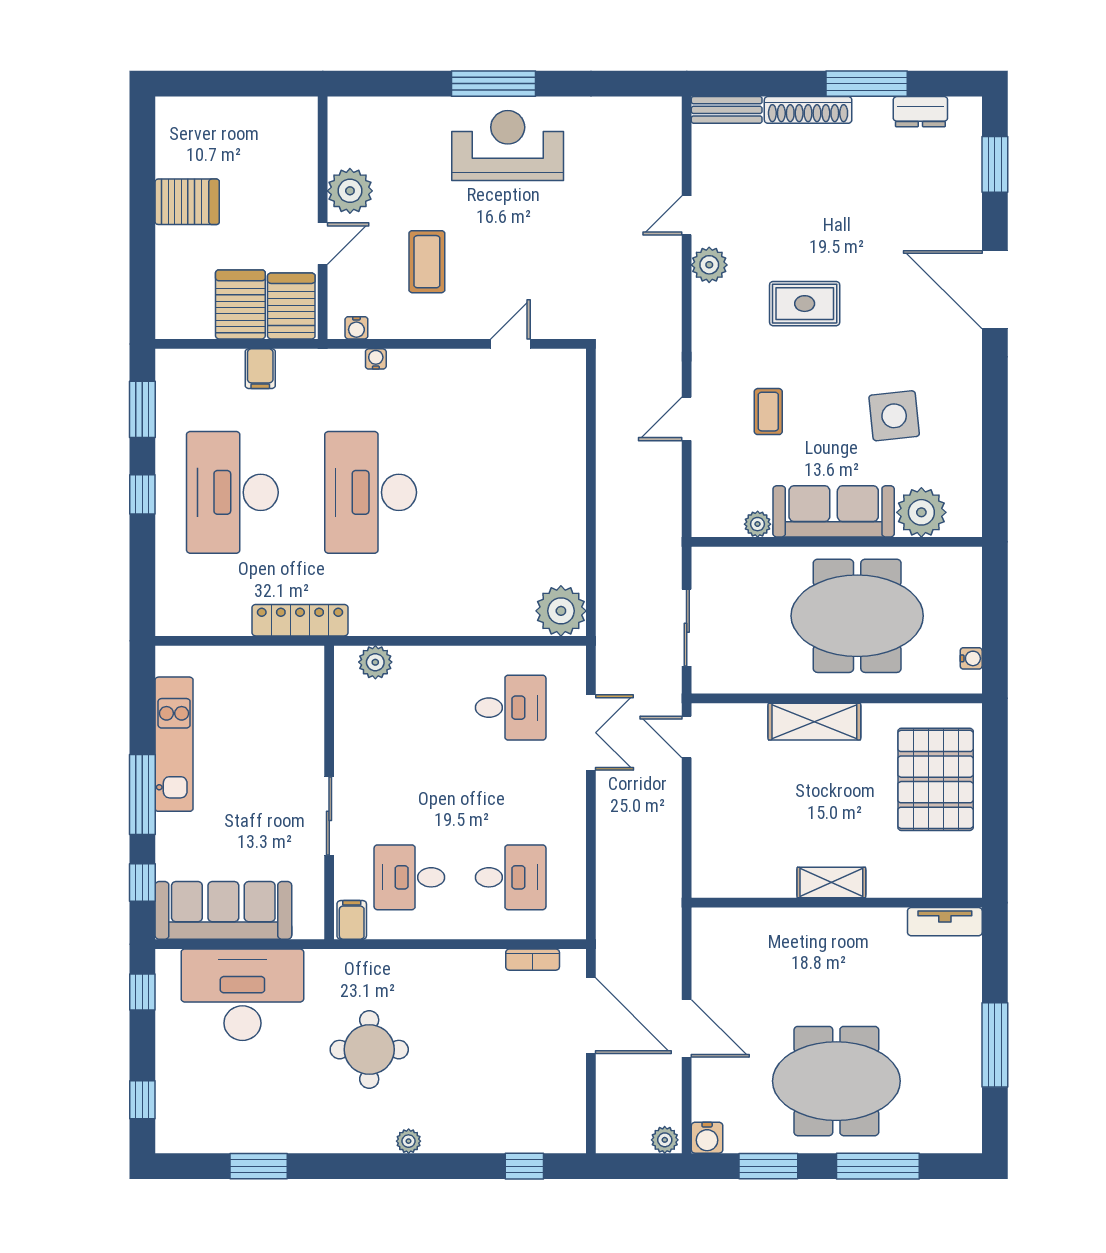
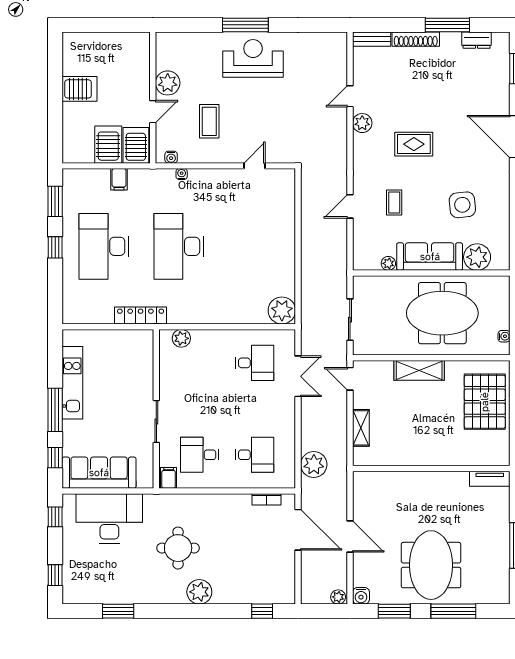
shelving: (831, 882) -> (361, 428), moved, turned 90
plant: (620, 895) -> (314, 465), added
meeting table: (836, 1081) -> (431, 565), turned 90
plant: (409, 1141) -> (199, 592), width x1.87, depth x1.87

